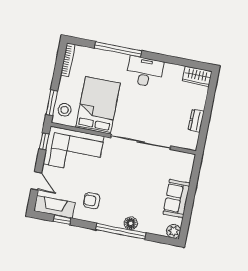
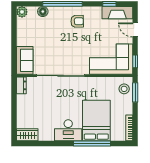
bed: (98, 105) -> (96, 120), moved, turned 180
dresser: (196, 121) -> (21, 85), moved
sofa: (176, 199) -> (25, 60), moved
armchair: (92, 201) -> (77, 21), moved
floor lamp: (131, 223) -> (43, 12), moved

